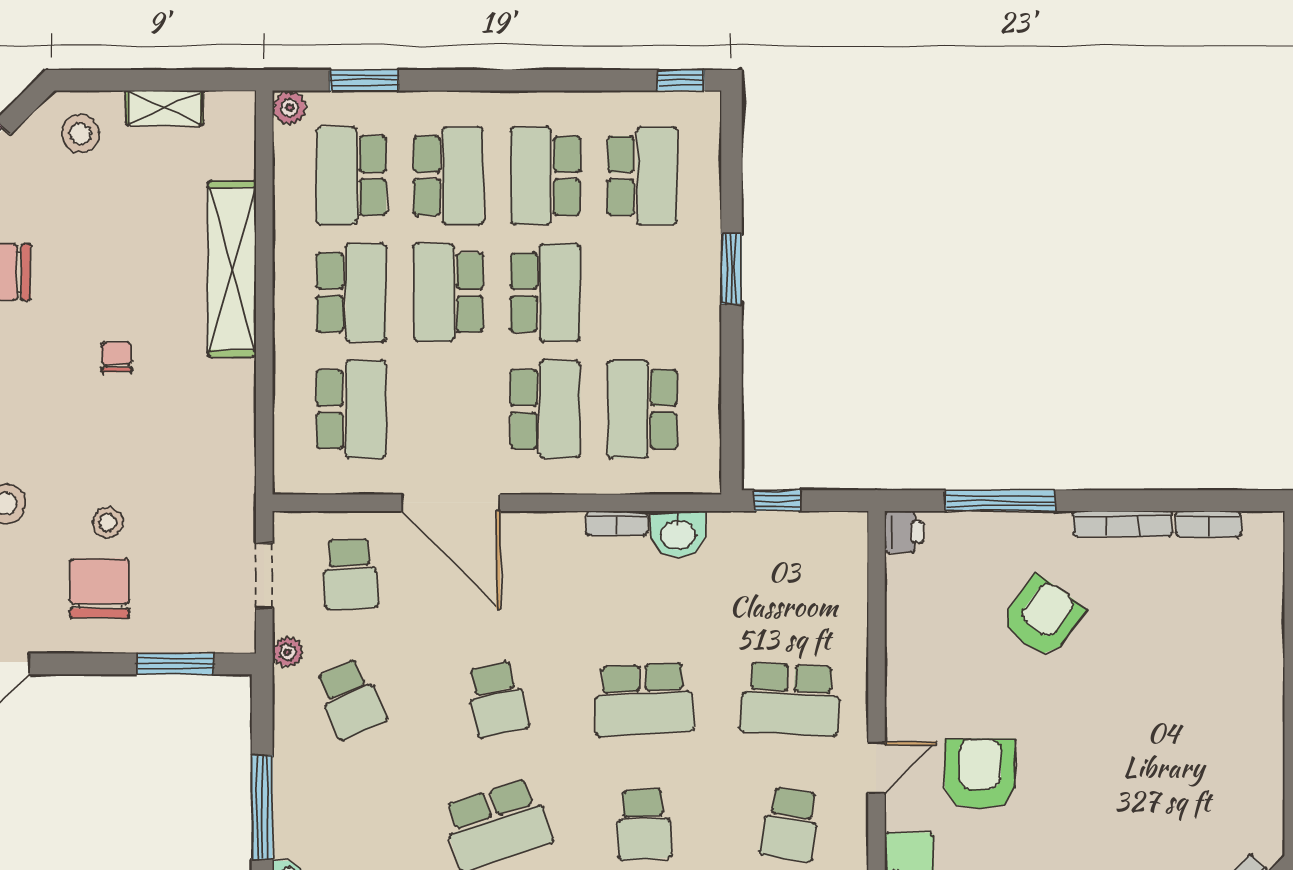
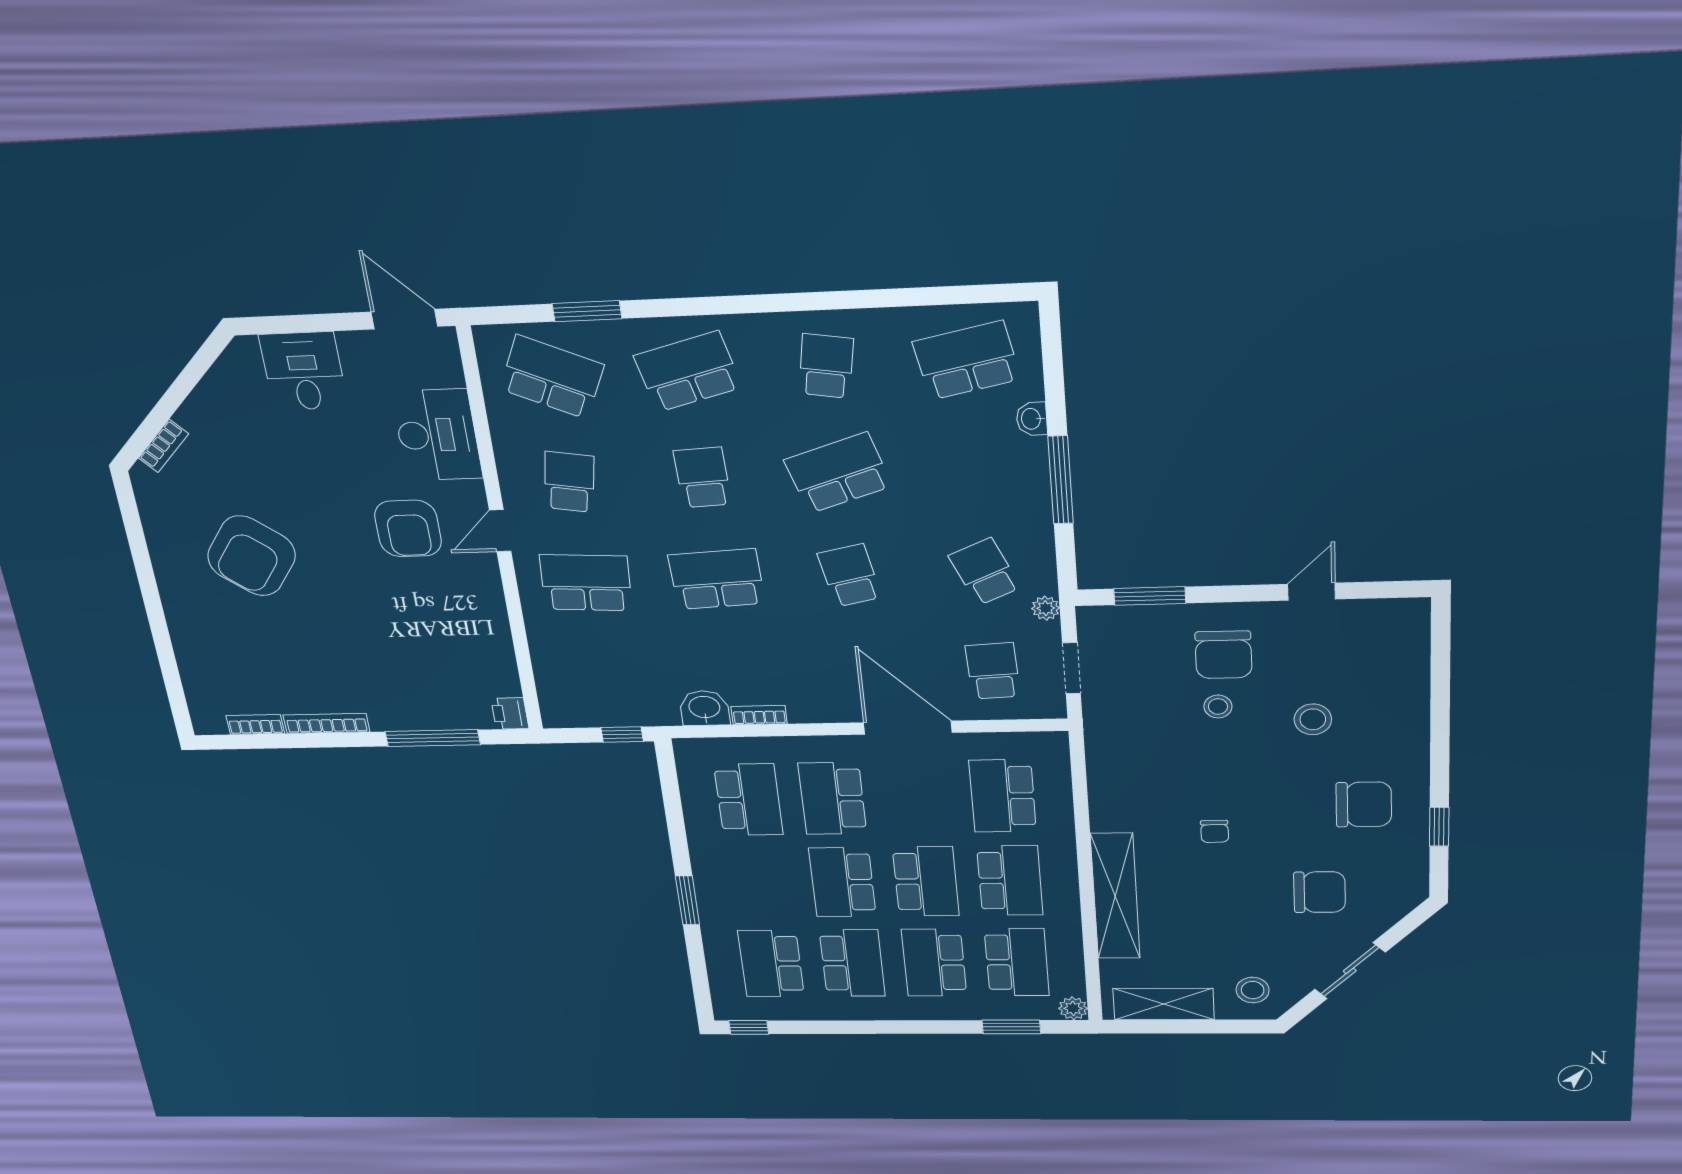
shelving: (165, 108) -> (1163, 1004), width x1.50, depth x1.33
school desk: (351, 293) -> (1010, 881), turned 180
armchair: (1042, 617) -> (251, 556), moved, width x1.36, depth x1.36

